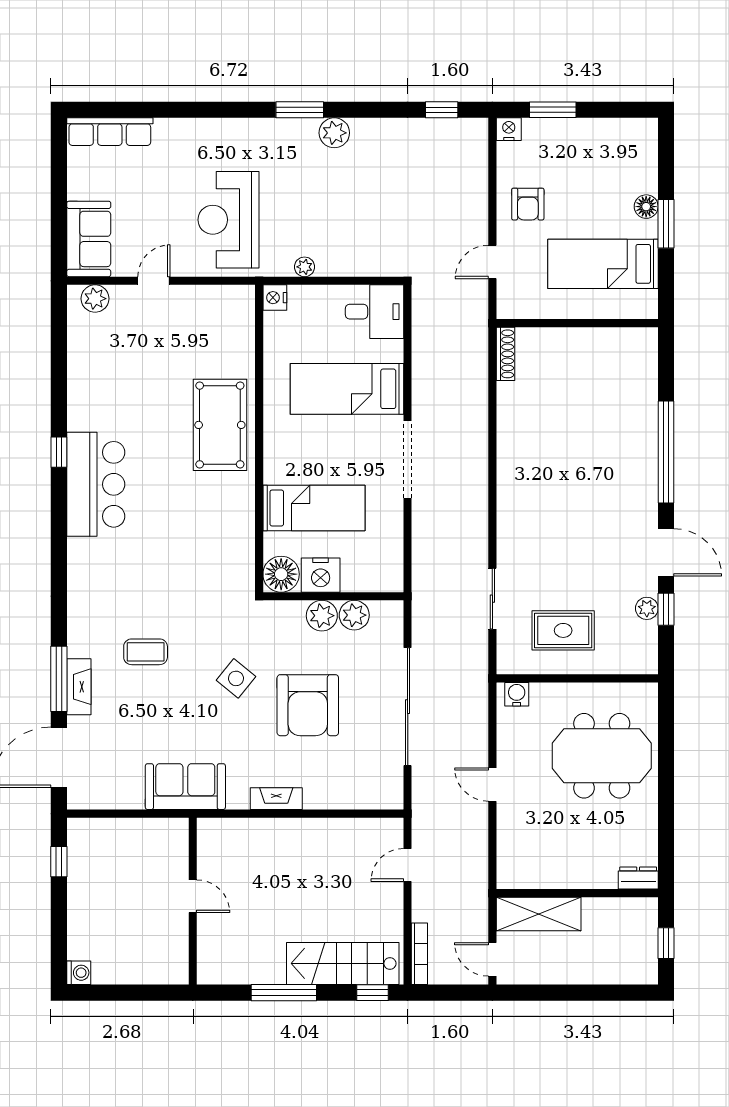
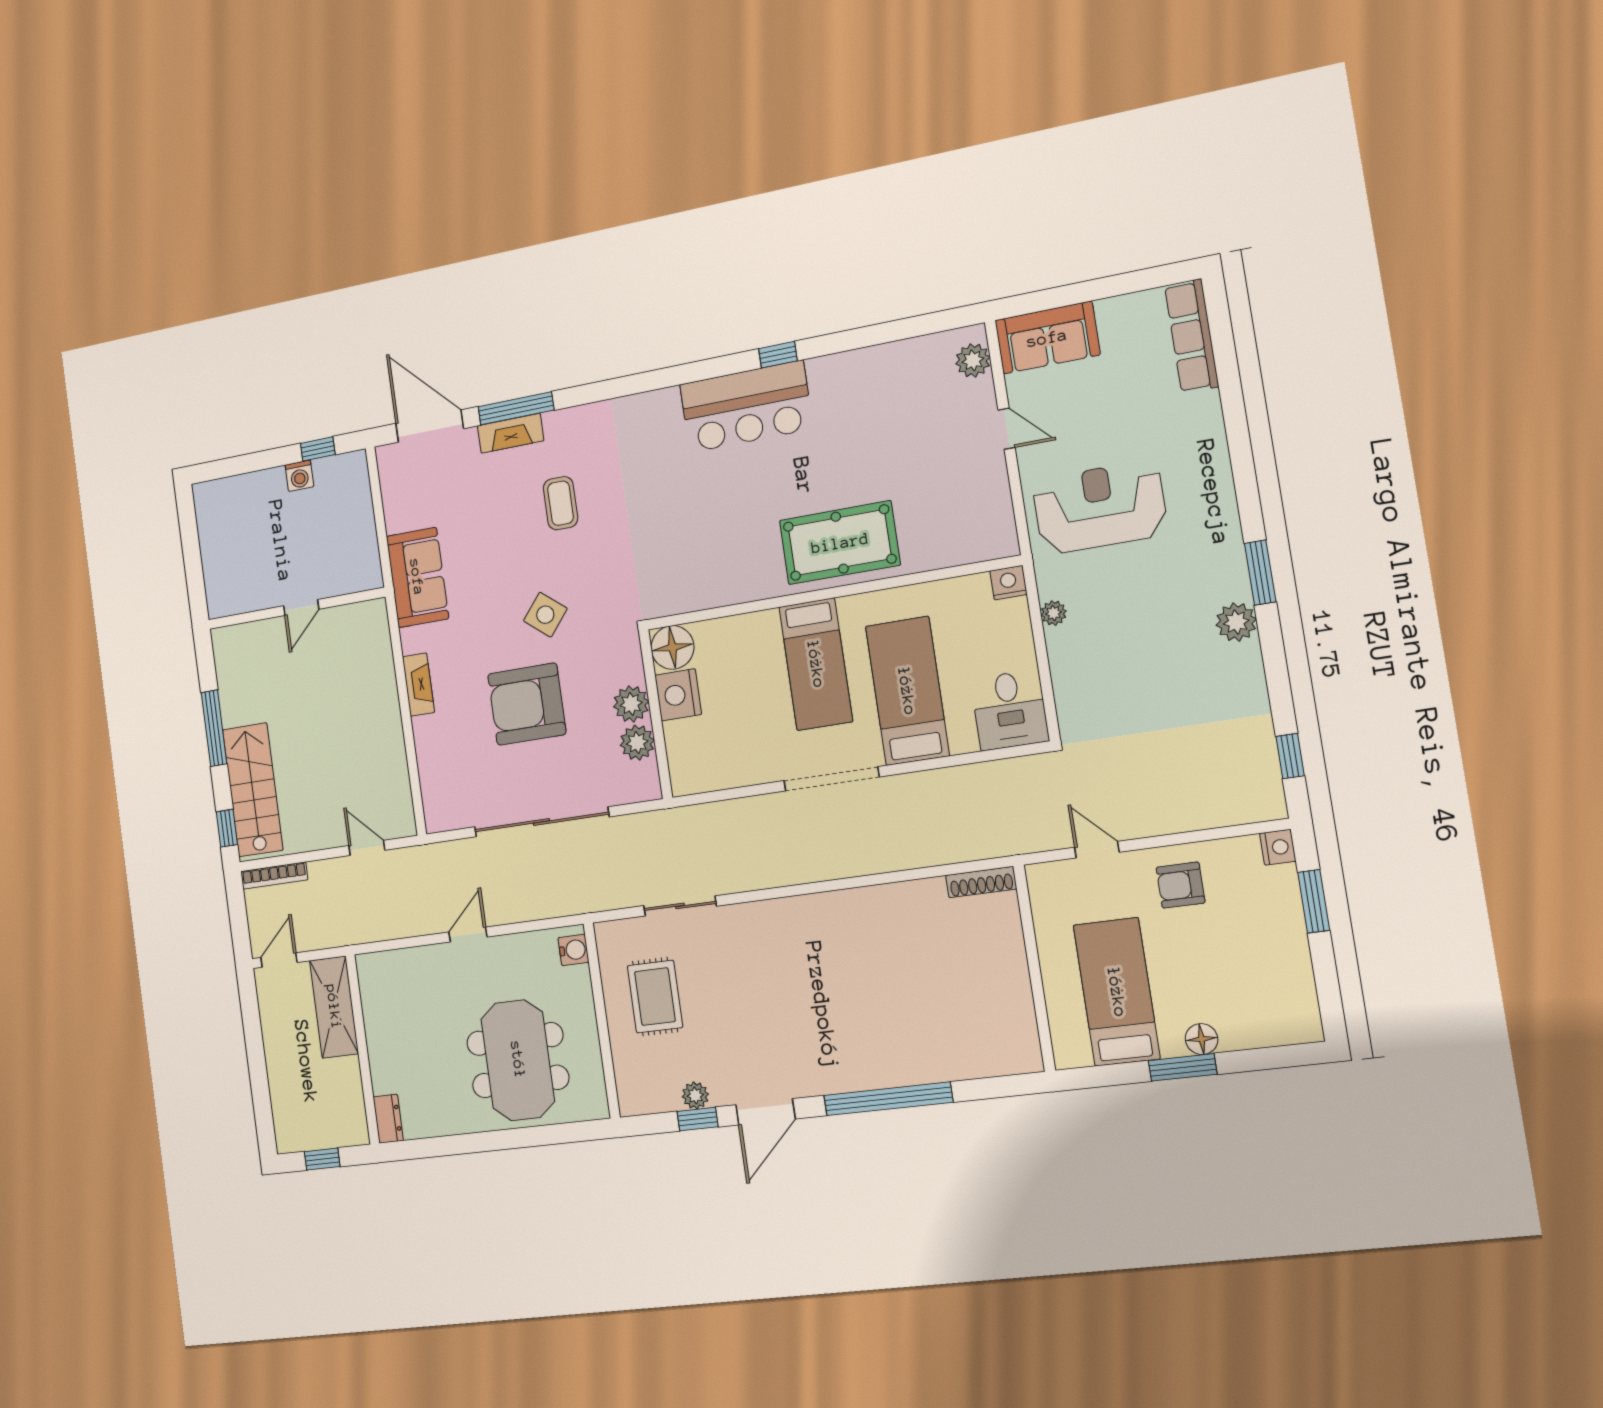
bed: (314, 508) -> (816, 664), moved
washing machine: (79, 973) -> (299, 476), moved

